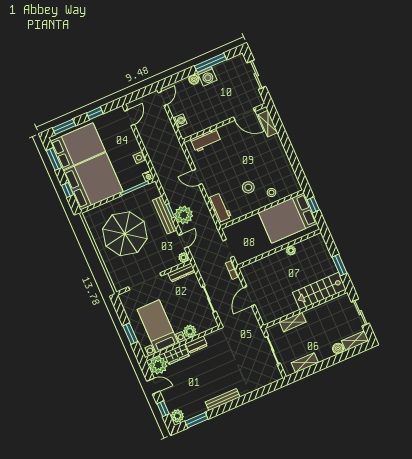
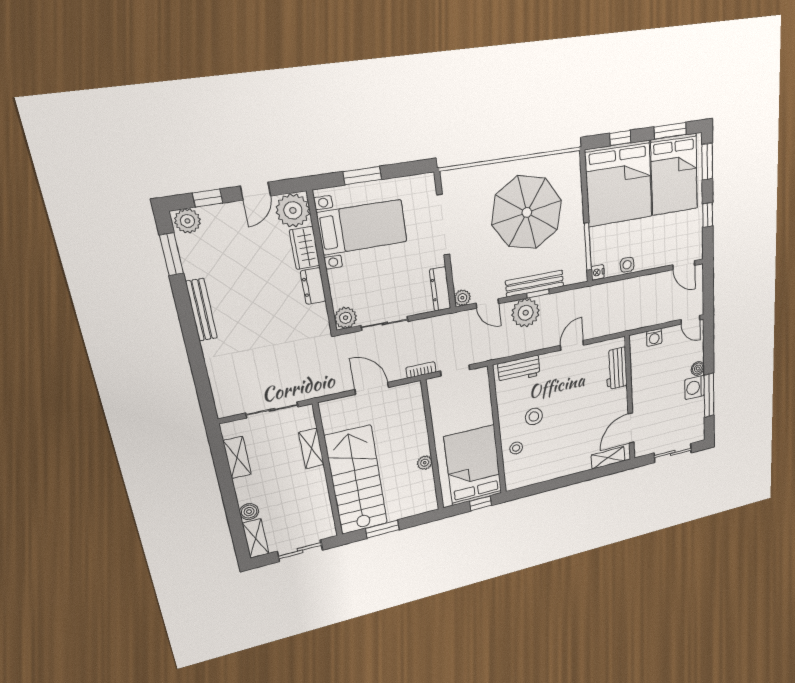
stairs: (319, 291) -> (356, 480), width x1.36, depth x1.51
plant: (190, 331) -> (346, 318), moved

